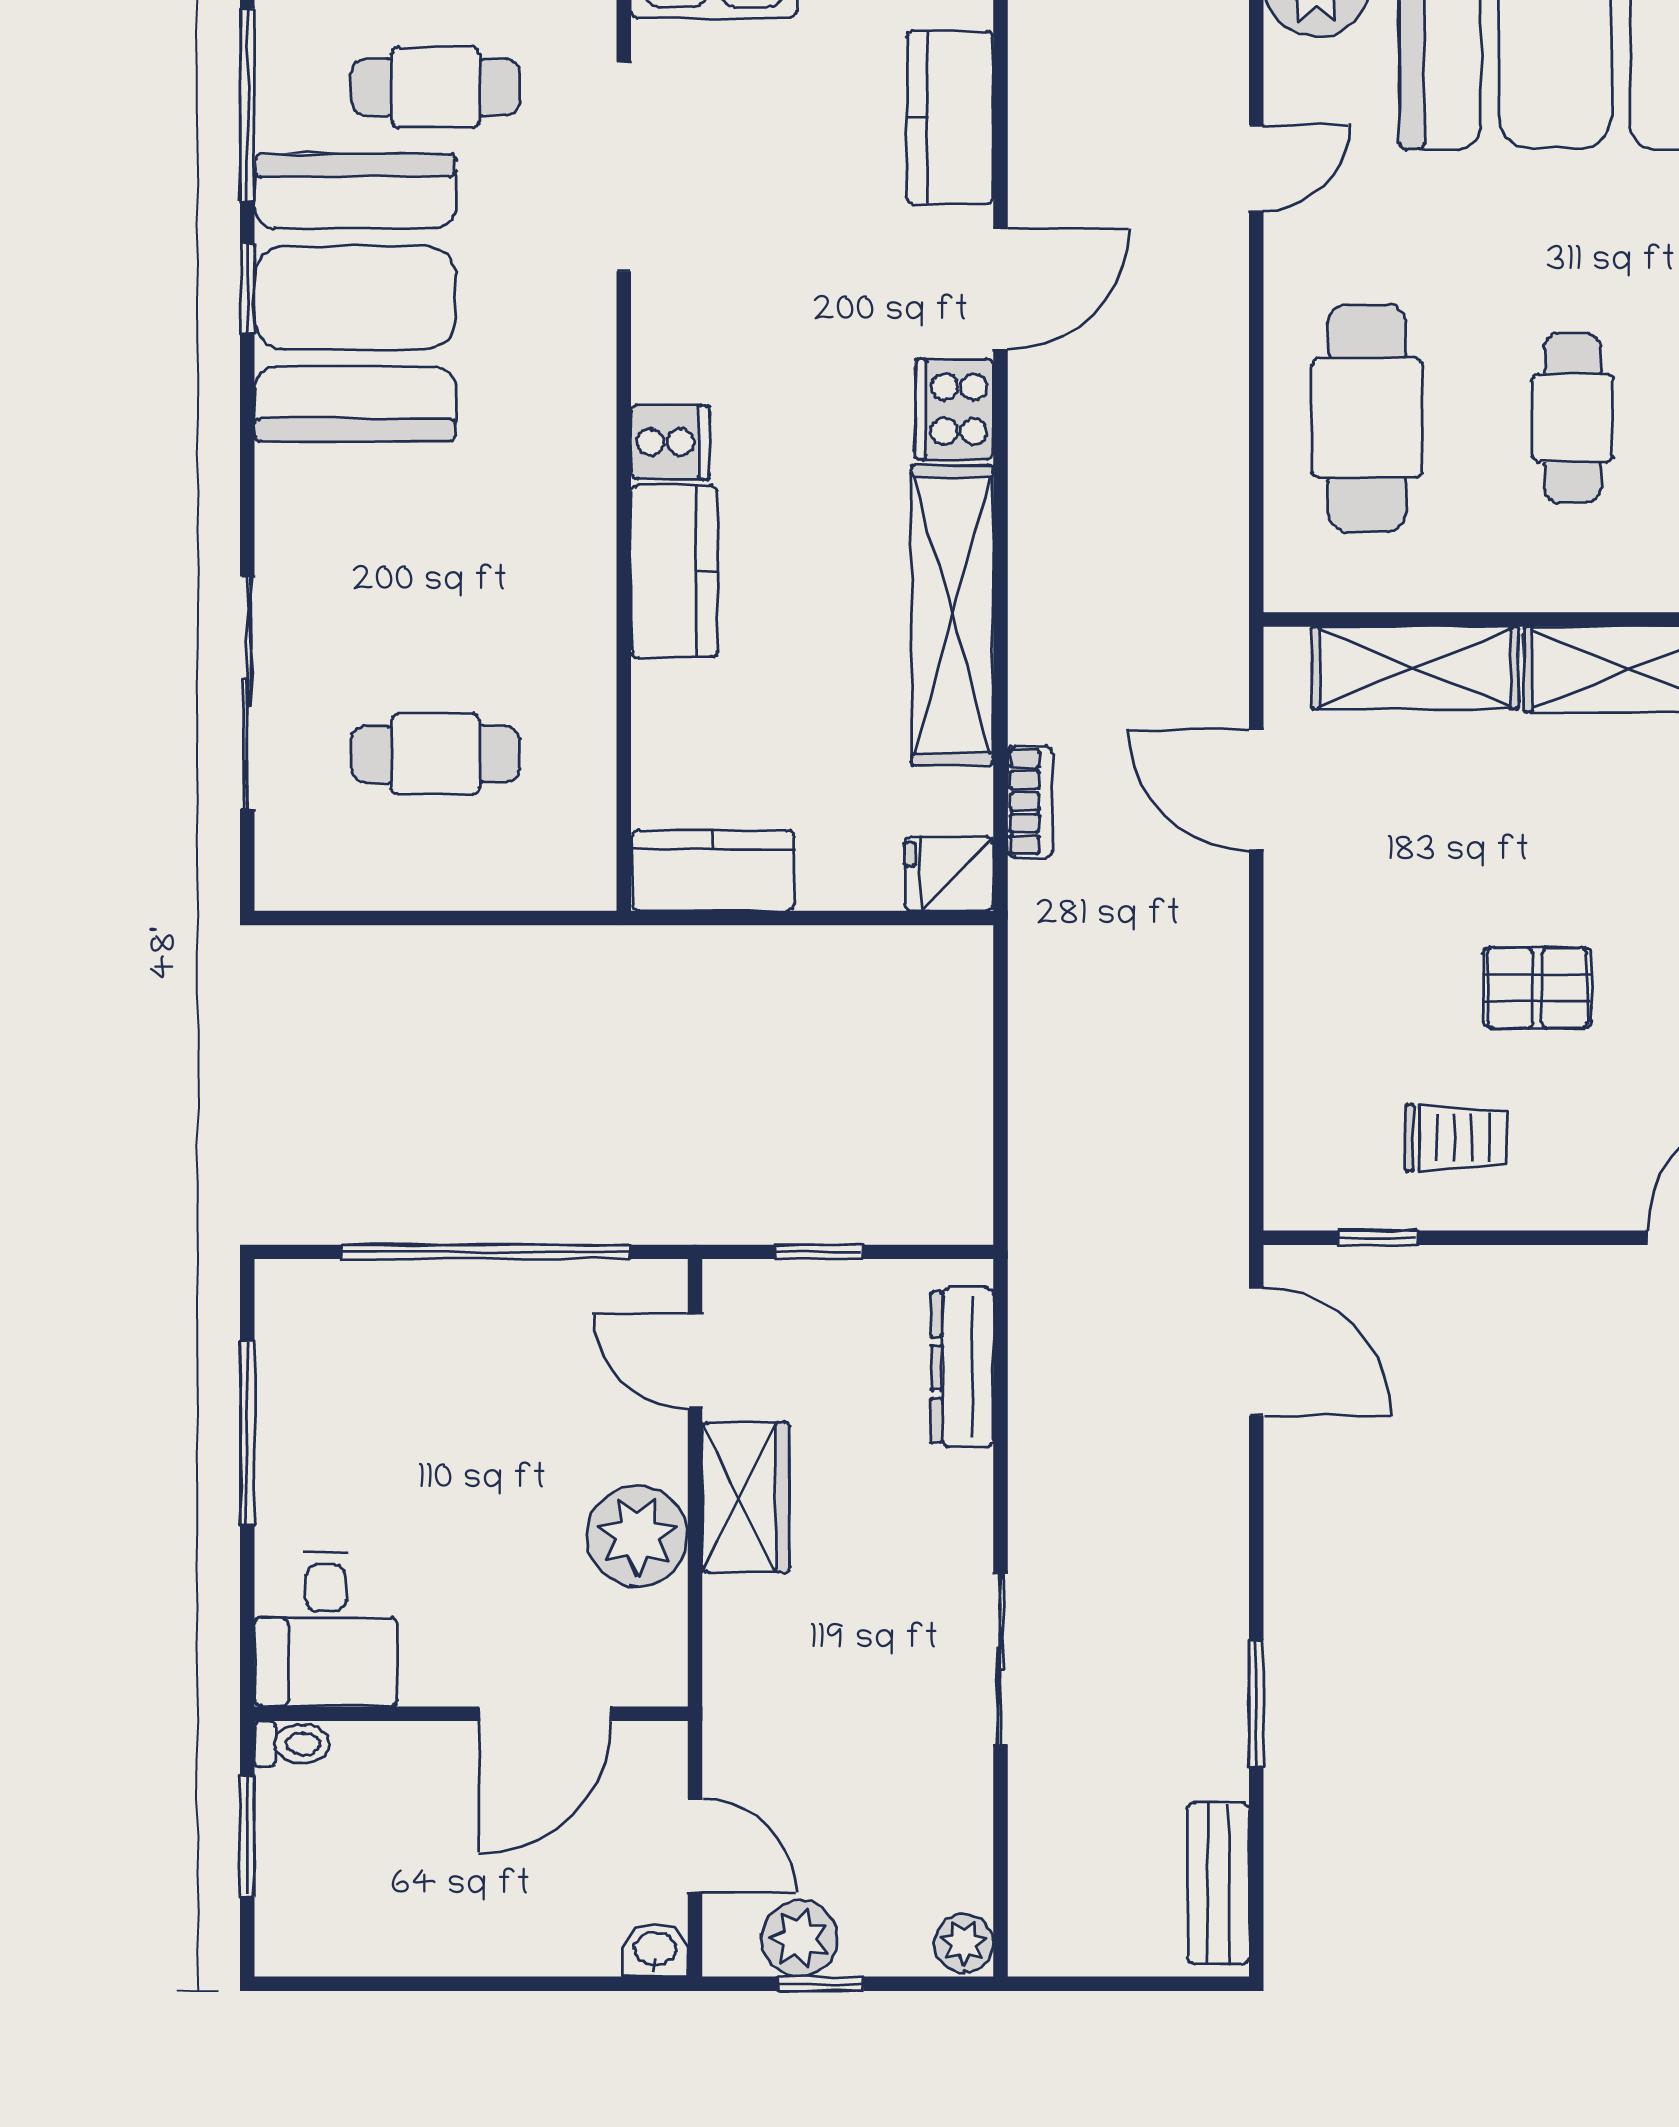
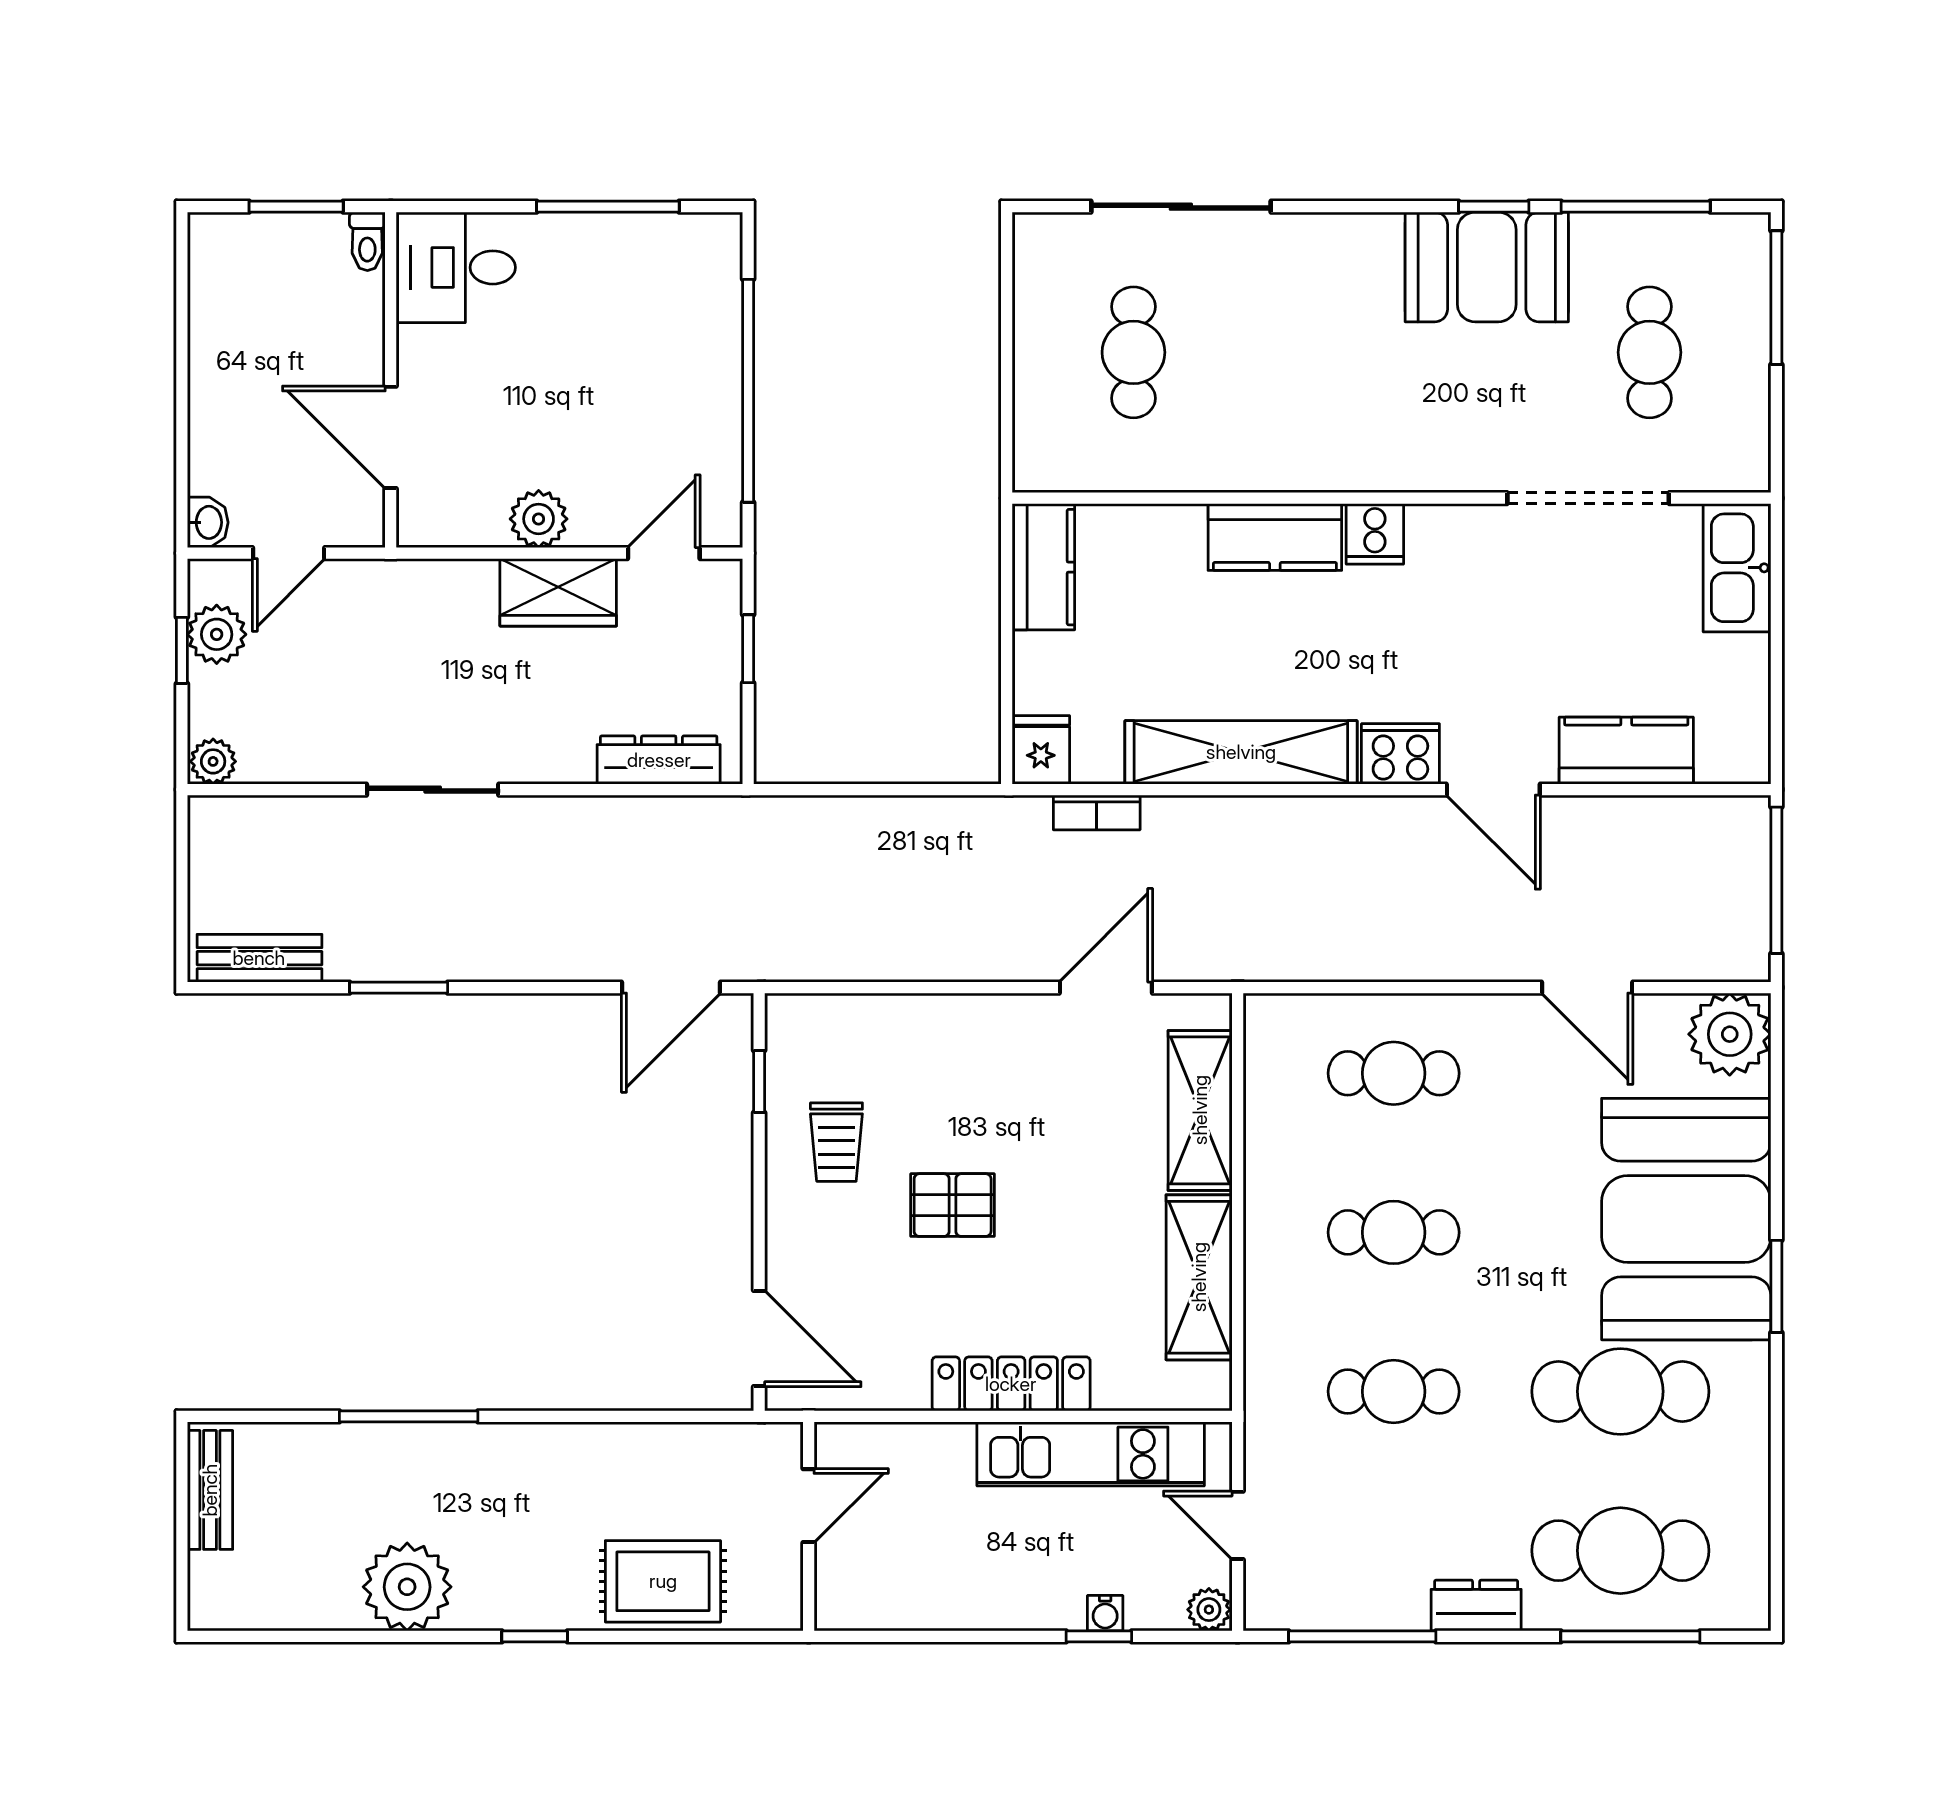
door: (1256, 168) -> (1587, 988), width x1.38
booth: (355, 298) -> (1487, 267), width x0.73, depth x0.70
cafe table: (1367, 418) -> (1394, 1073), width x0.73, depth x0.74
pallet: (1537, 988) -> (953, 1205), turned 90
plant: (637, 1536) -> (539, 519), width x0.73, depth x0.73

